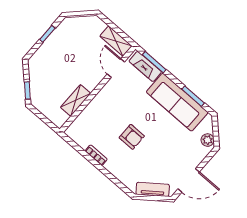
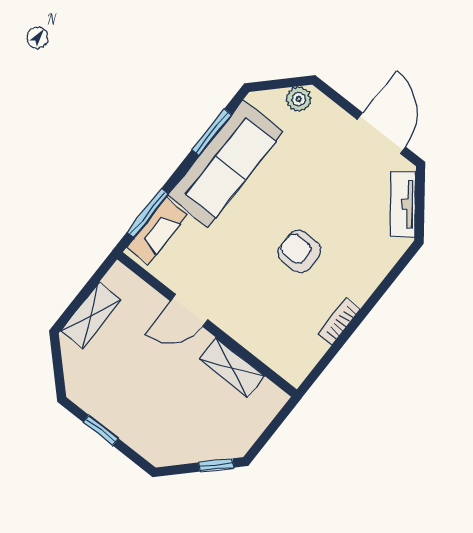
shelving: (116, 41) -> (90, 315), moved
door: (116, 68) -> (189, 310), moved
armchair: (132, 137) -> (299, 251), turned -90

